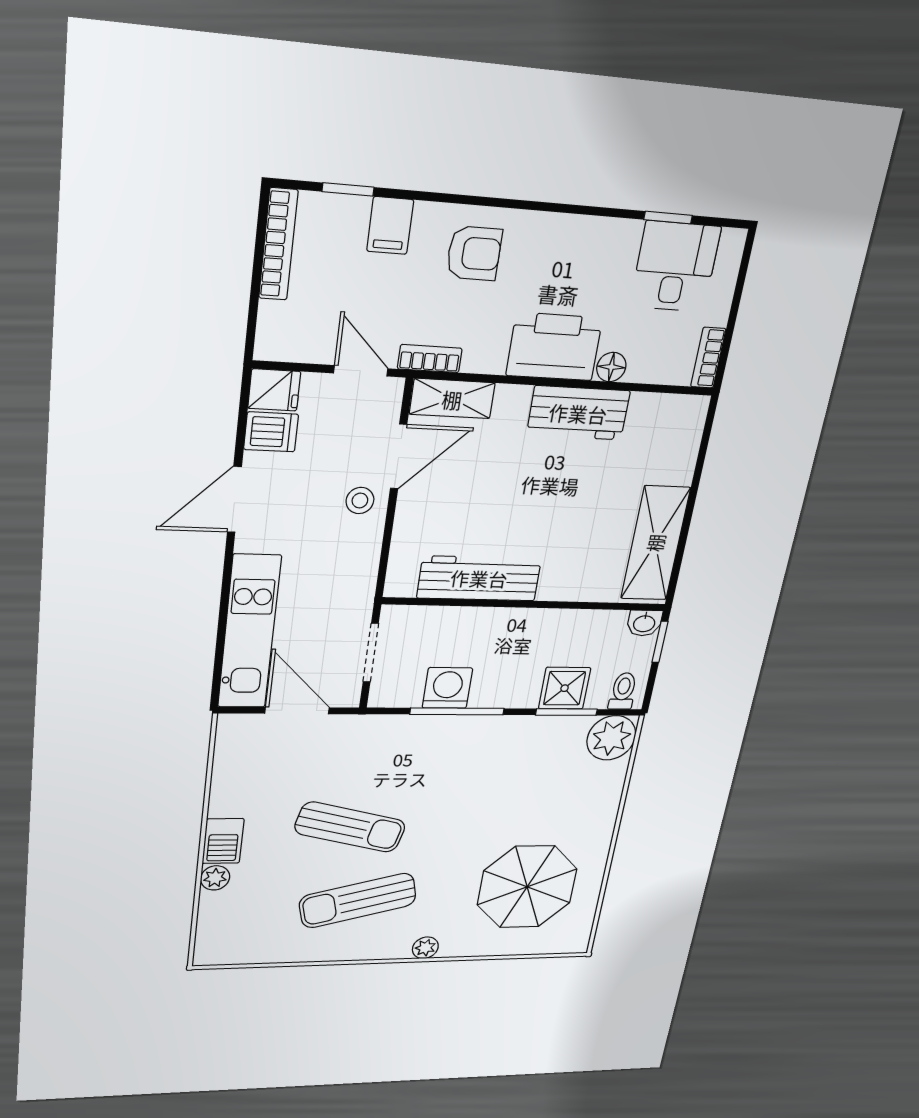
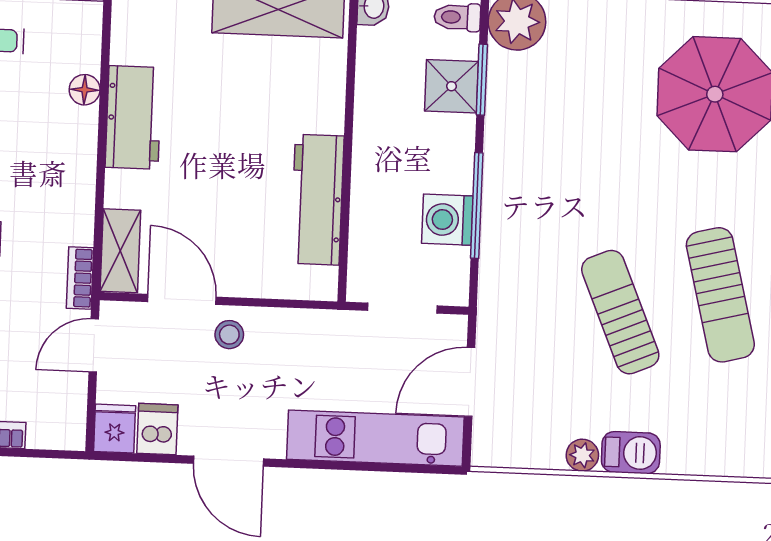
printer: (554, 347) -> (65, 153), removed
sun lounger: (350, 827) -> (620, 312), turned -37
plant: (215, 878) -> (582, 455), moved

